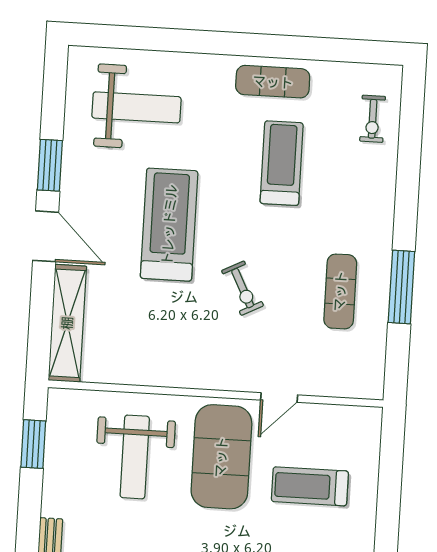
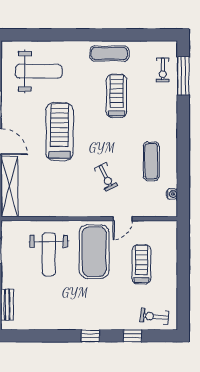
window: (401, 287) -> (183, 76), moved
exercise bike: (243, 288) -> (106, 177), moved
water cooler: (376, 356) -> (172, 194), added
treadmill: (310, 486) -> (141, 264), turned 90

